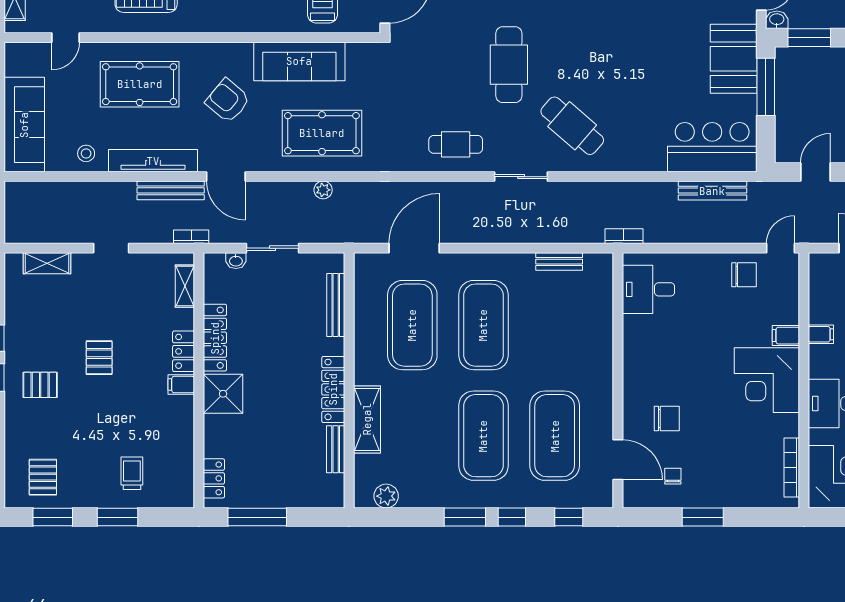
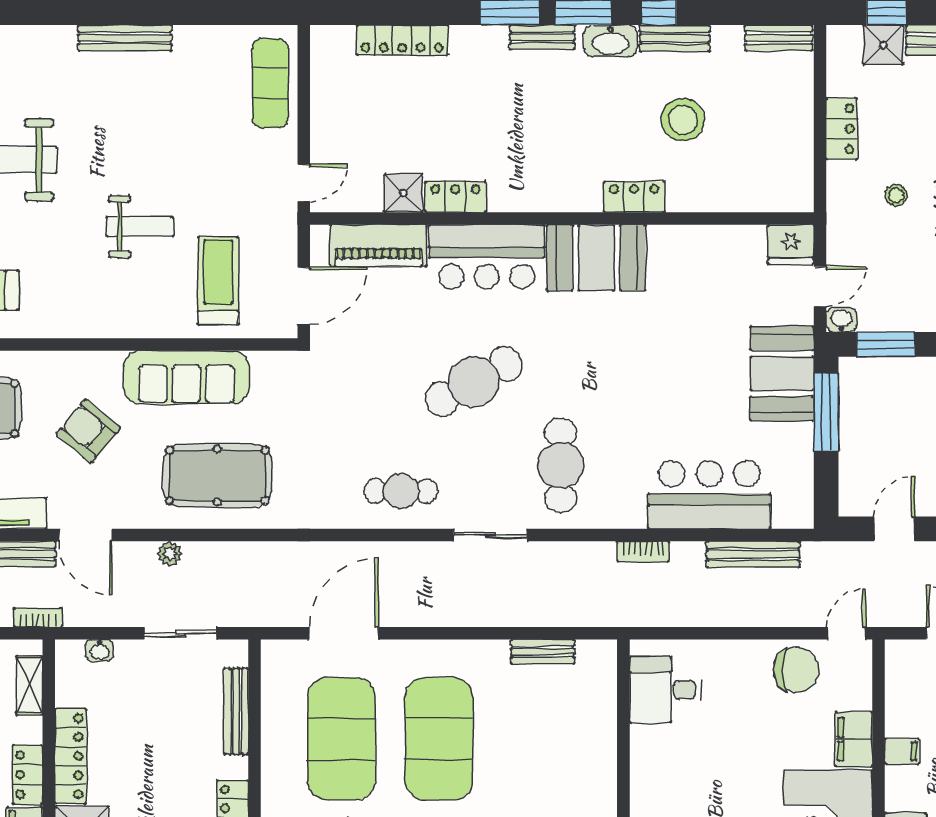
cafe table: (509, 65) -> (474, 381), turned 61
cafe table: (572, 126) -> (561, 465), turned 49
bar counter: (712, 147) -> (709, 495), moved
plant: (323, 190) -> (170, 553), moved
bookcase: (624, 236) -> (643, 551), moved, turned 180
sliding door: (273, 248) -> (180, 633), moved
chair: (744, 275) -> (796, 670), width x1.37, depth x1.37
filing cabinet: (786, 336) -> (854, 739), width x2.00

